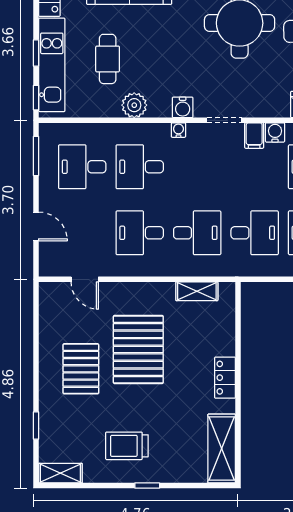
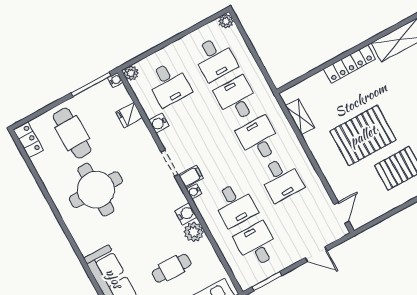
water cooler: (183, 107) -> (186, 214), moved
filing cabinet: (254, 136) -> (191, 176), moved
desk: (82, 167) -> (257, 245), turned 180
door: (36, 226) -> (316, 254), swing flipped
door: (85, 279) -> (341, 213), moved
locker: (225, 378) -> (349, 64), width x1.53

